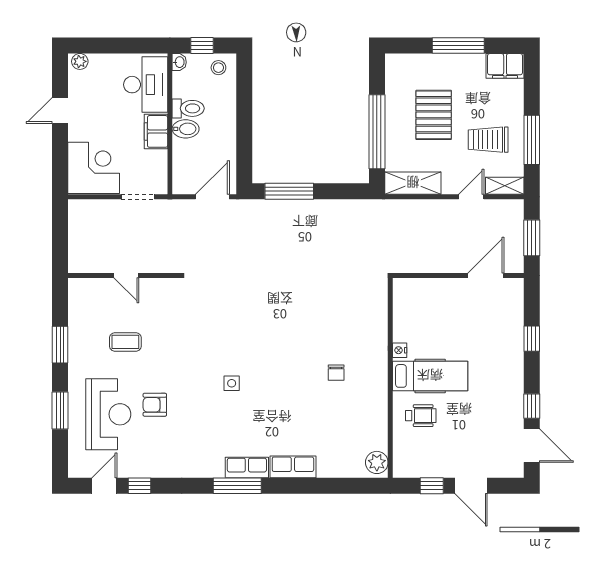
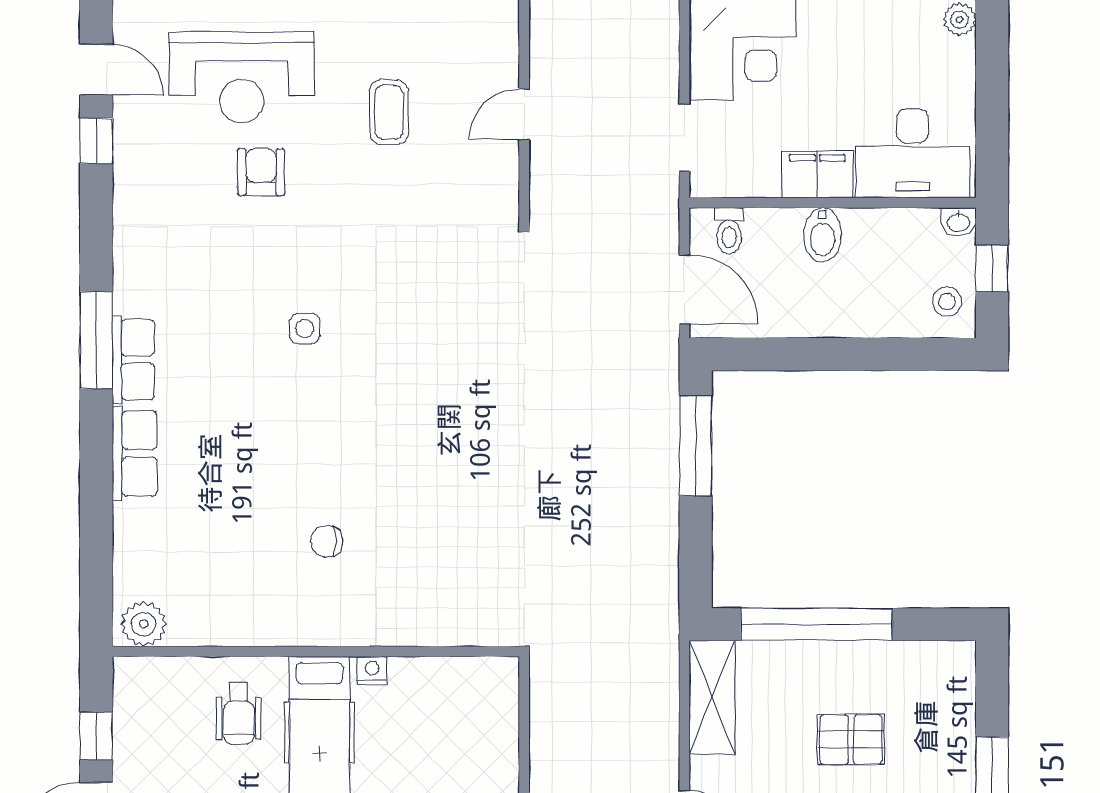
toilet: (188, 108) -> (729, 231), moved, width x0.73, depth x0.72
pallet: (434, 115) -> (851, 740), width x0.67, depth x0.71

